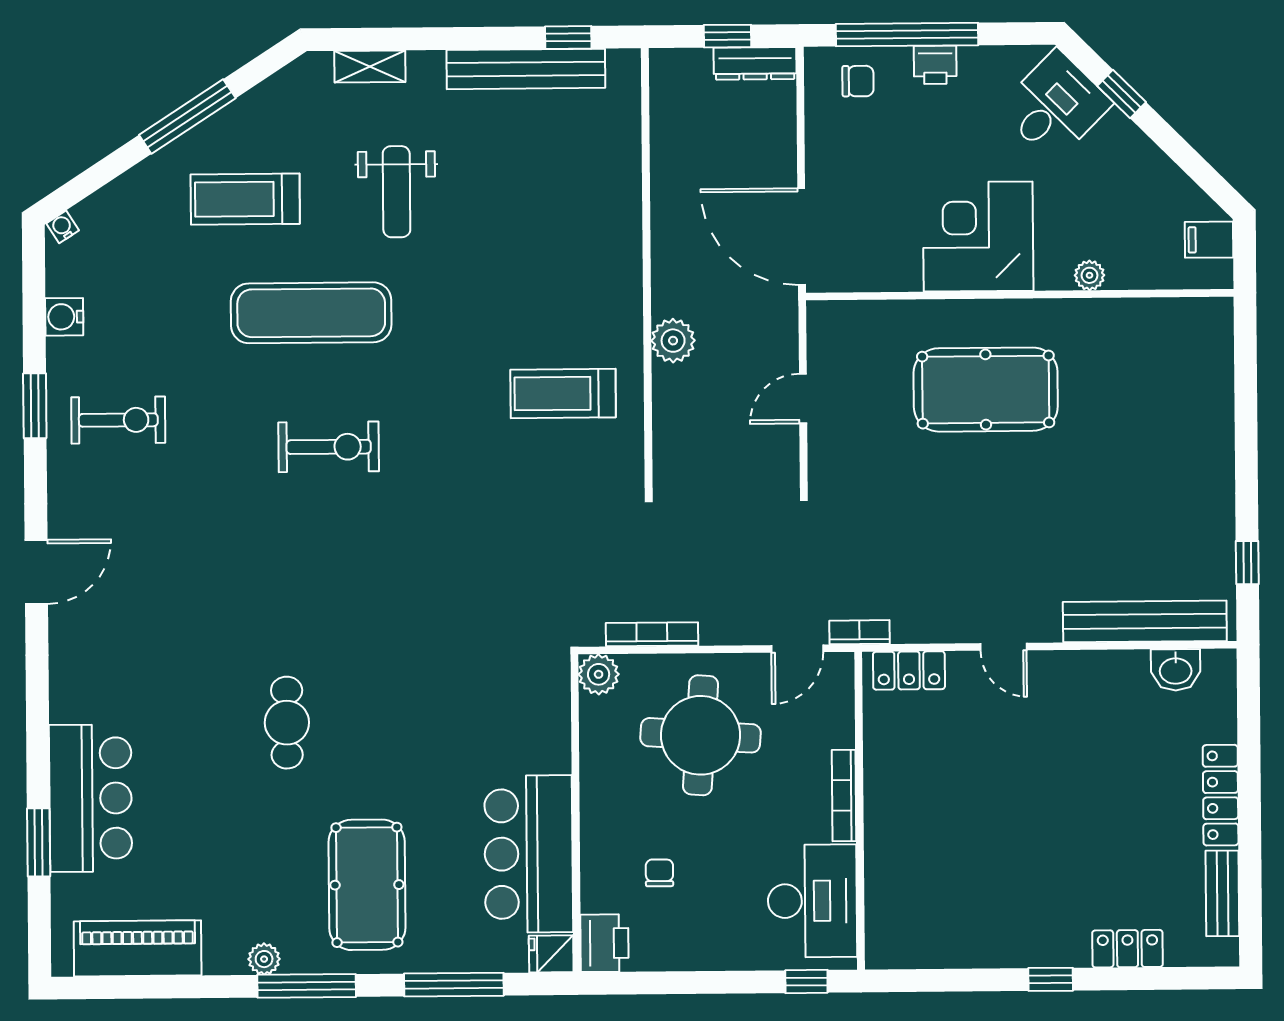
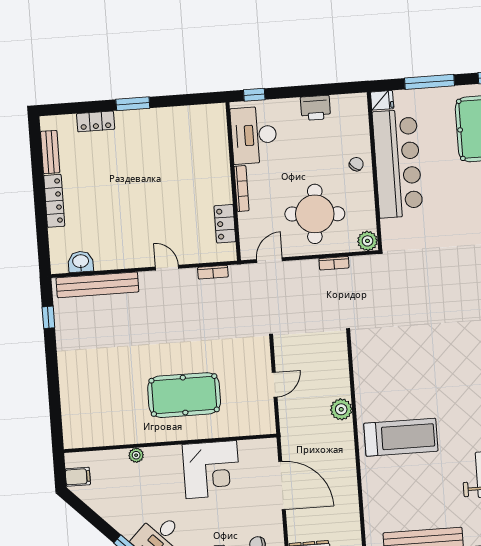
corner desk: (978, 236) -> (211, 470), moved
door: (802, 237) -> (282, 485), moved
treadmill: (563, 393) -> (401, 437), moved, width x1.37, depth x1.38
bookcase: (859, 632) -> (213, 272), moved
bookcase: (652, 634) -> (334, 263), width x0.64
locker: (909, 670) -> (225, 224), moved, turned -90
bar counter: (529, 854) -> (398, 164), width x1.36
chair: (659, 873) -> (356, 164), moved, turned -143
printer: (605, 943) -> (315, 108), moved, turned -90
window: (1051, 979) -> (133, 104), width x1.50

